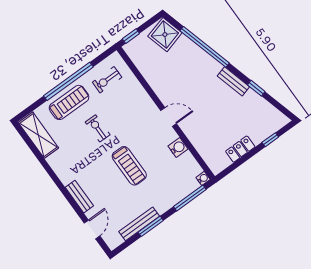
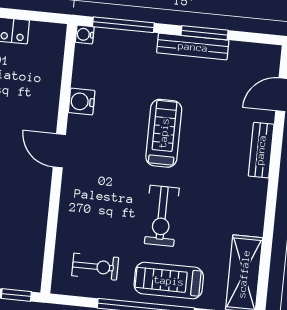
exercise bike: (98, 128) -> (162, 216), width x1.38, depth x1.39
bench: (139, 224) -> (193, 47), moved

